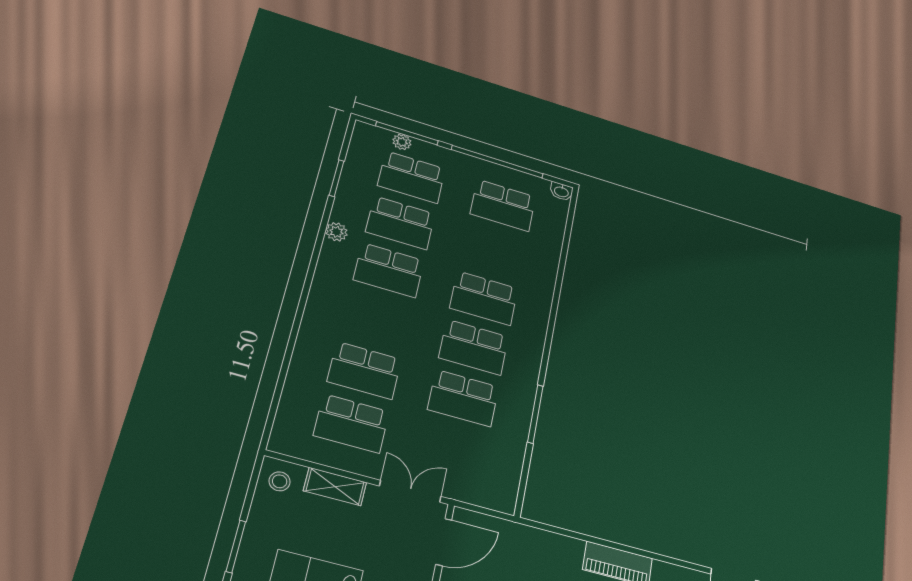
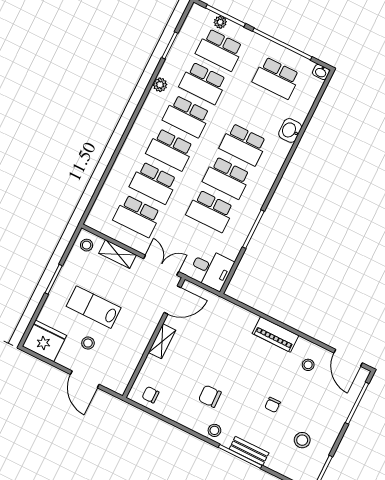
washbasin: (544, 271) -> (290, 130), added
school desk: (377, 319) -> (170, 150), added
desk: (490, 483) -> (211, 269), added

